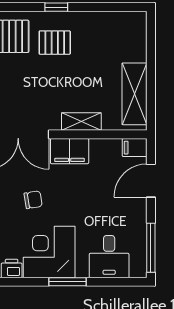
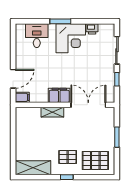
shelving: (134, 94) -> (33, 168), moved, turned 90
chair: (33, 200) -> (80, 68), removed
window: (151, 248) -> (13, 41), removed

